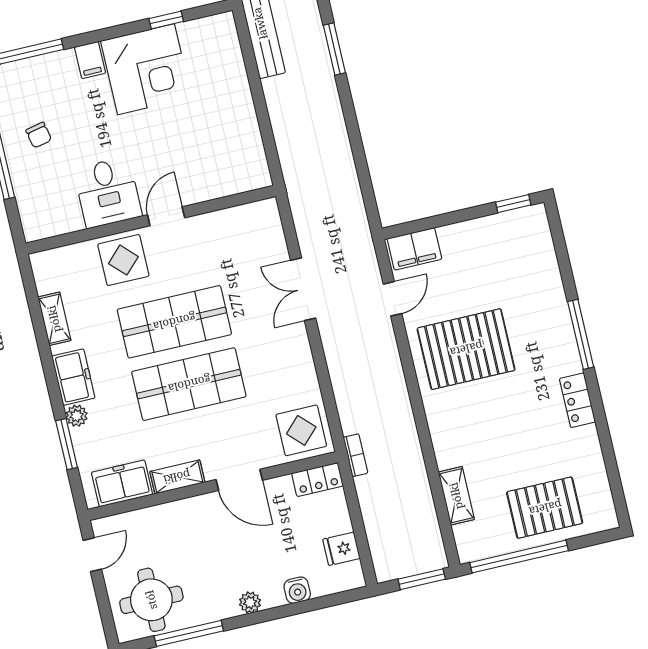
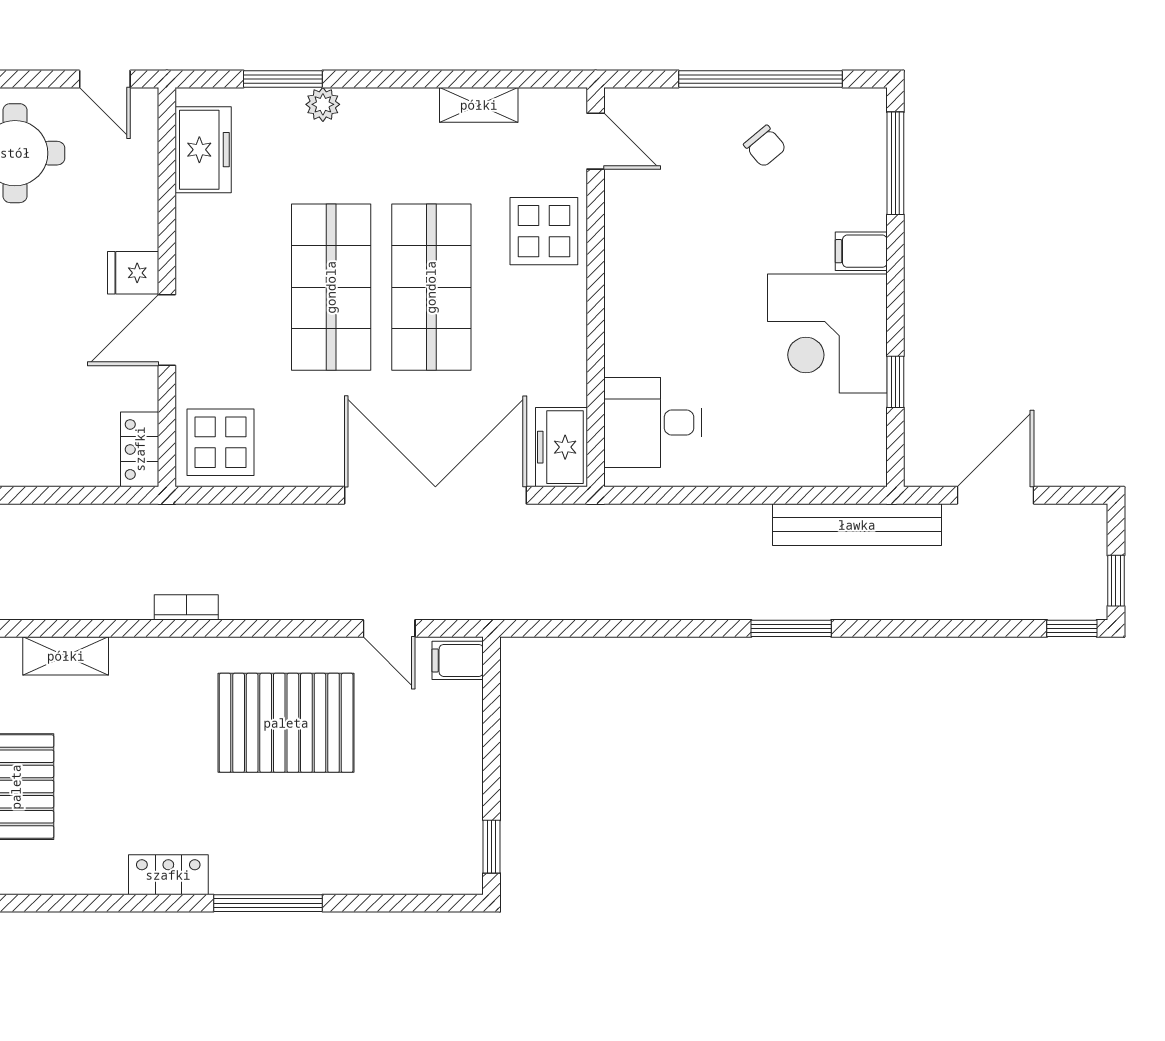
chair: (39, 135) -> (765, 146), turned -118
desk: (108, 192) -> (653, 423), moved
door: (166, 216) -> (596, 141), moved
filing cabinet: (414, 249) -> (458, 660), width x0.50
double door: (303, 289) -> (435, 495), width x1.87
pallet: (466, 349) -> (286, 723), turned 90
freezer: (73, 377) -> (561, 447), moved, turned 90
bookcase: (355, 455) -> (186, 607), moved, turned 180
shelving: (177, 477) -> (193, 237), removed
fridge: (341, 549) -> (133, 273), moved, turned -90

